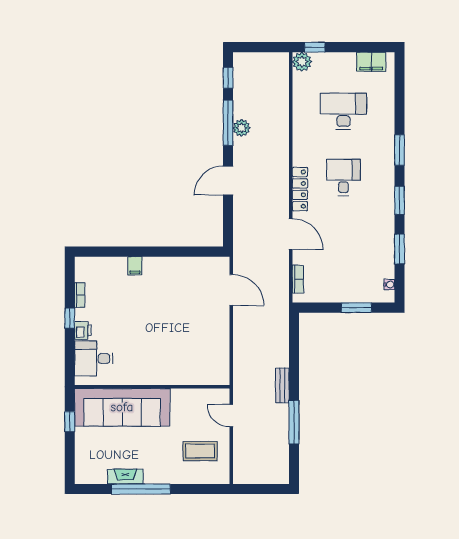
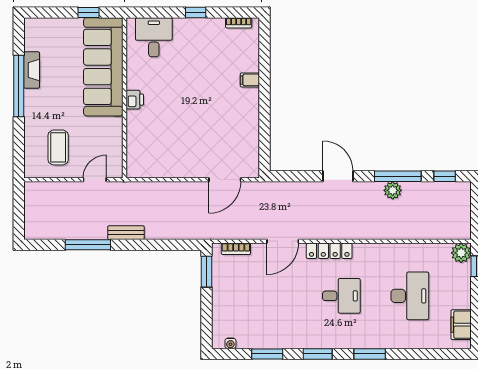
bookcase: (80, 295) -> (239, 23), moved
window: (356, 308) -> (206, 272), moved
printer: (83, 331) -> (135, 100), moved, turned -90

